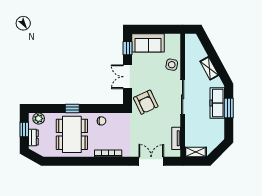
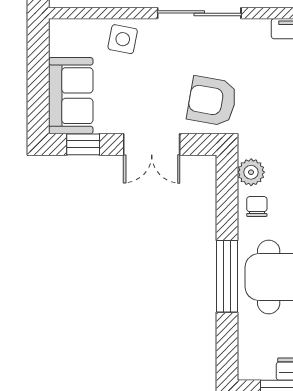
armchair: (146, 102) -> (212, 101), turned -145
window: (72, 108) -> (227, 276), width x2.17
plant: (39, 119) -> (251, 172), moved

